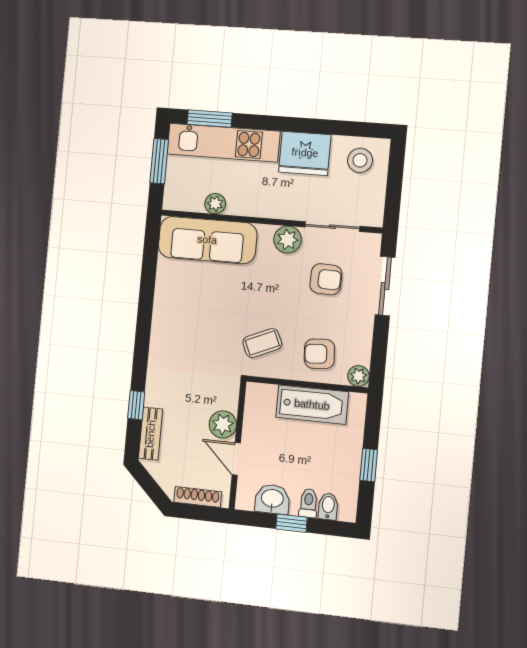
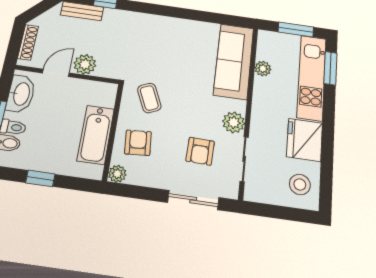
washbasin: (272, 499) -> (21, 94), width x1.38

